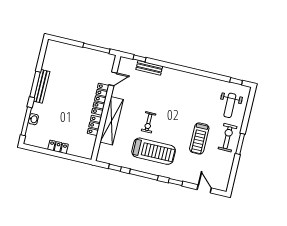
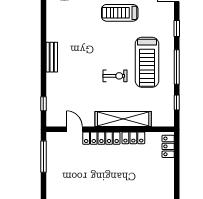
bench: (149, 68) -> (52, 57), moved
treadmill: (199, 138) -> (120, 13), turned 180
locker: (58, 147) -> (168, 146), moved
treadmill: (154, 151) -> (147, 62), turned 180

